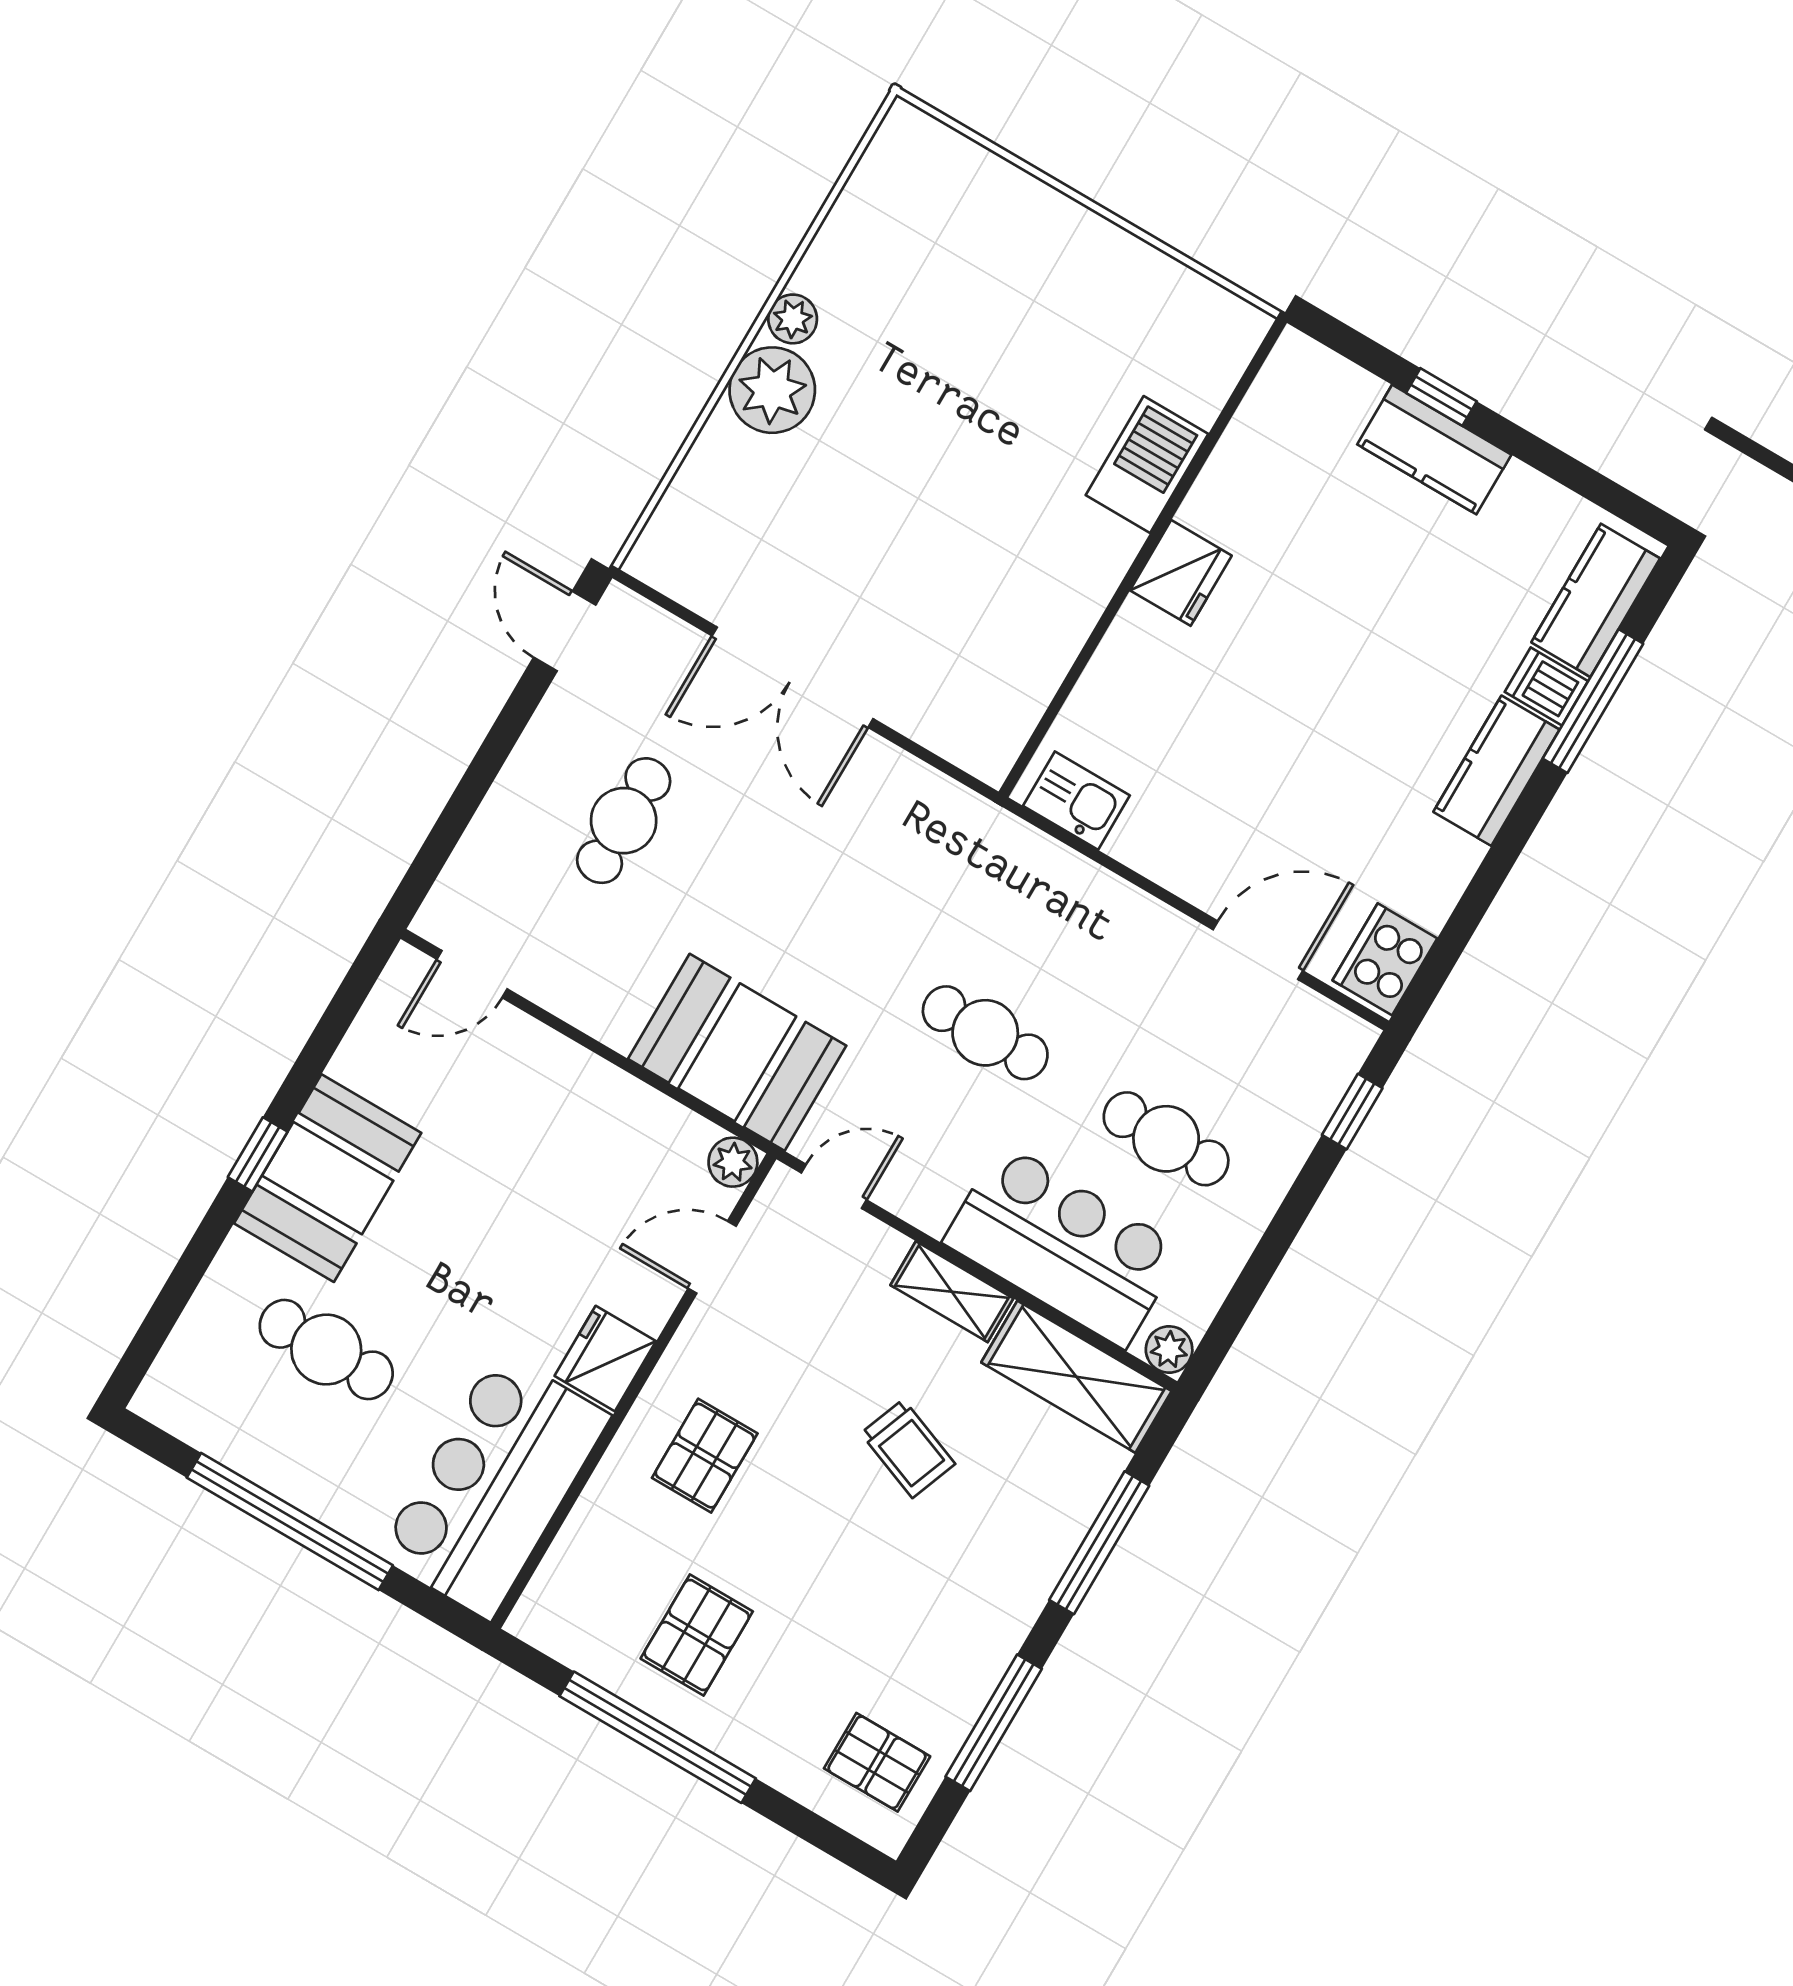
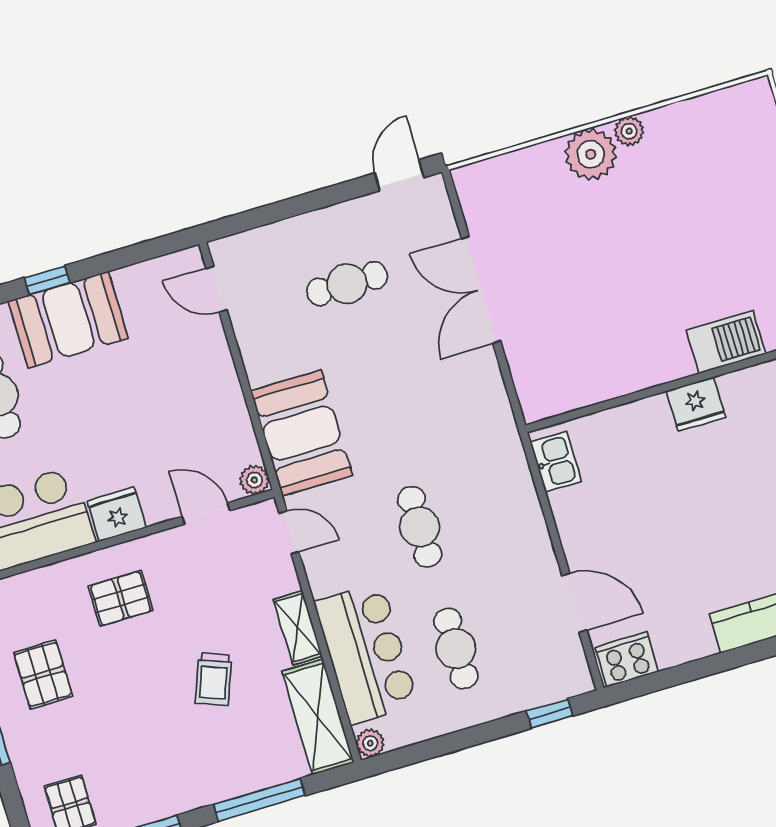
pallet: (697, 1635) -> (43, 674), turned 90

